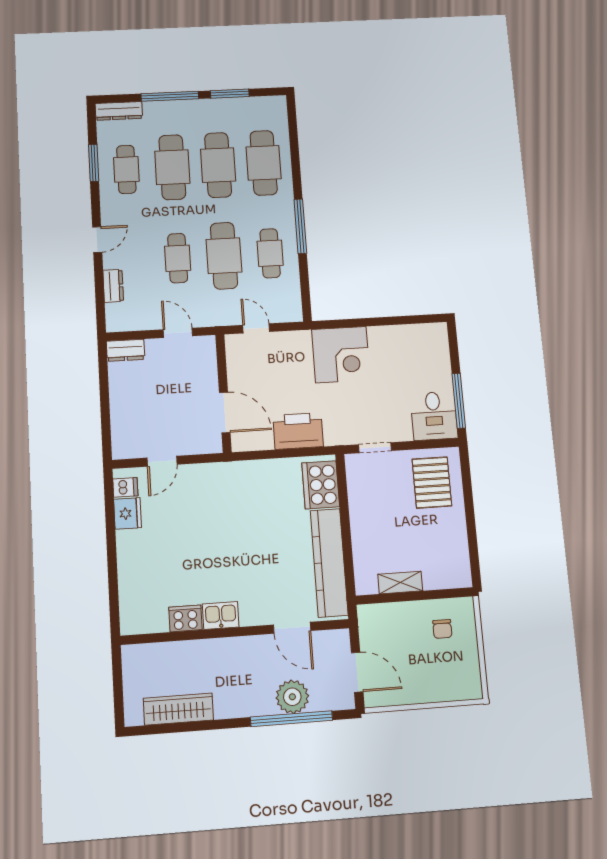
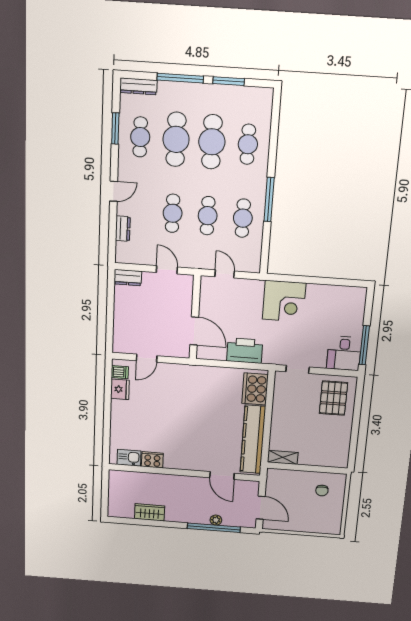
cafe table: (264, 163) -> (248, 144), width x0.73, depth x0.74
cafe table: (224, 256) -> (208, 216), width x0.73, depth x0.74
shelving: (400, 583) -> (283, 457), moved
kitchen sink: (221, 615) -> (129, 458), moved
plant: (292, 697) -> (216, 520), width x0.53, depth x0.53
wardrobe: (178, 709) -> (150, 512), width x0.67

